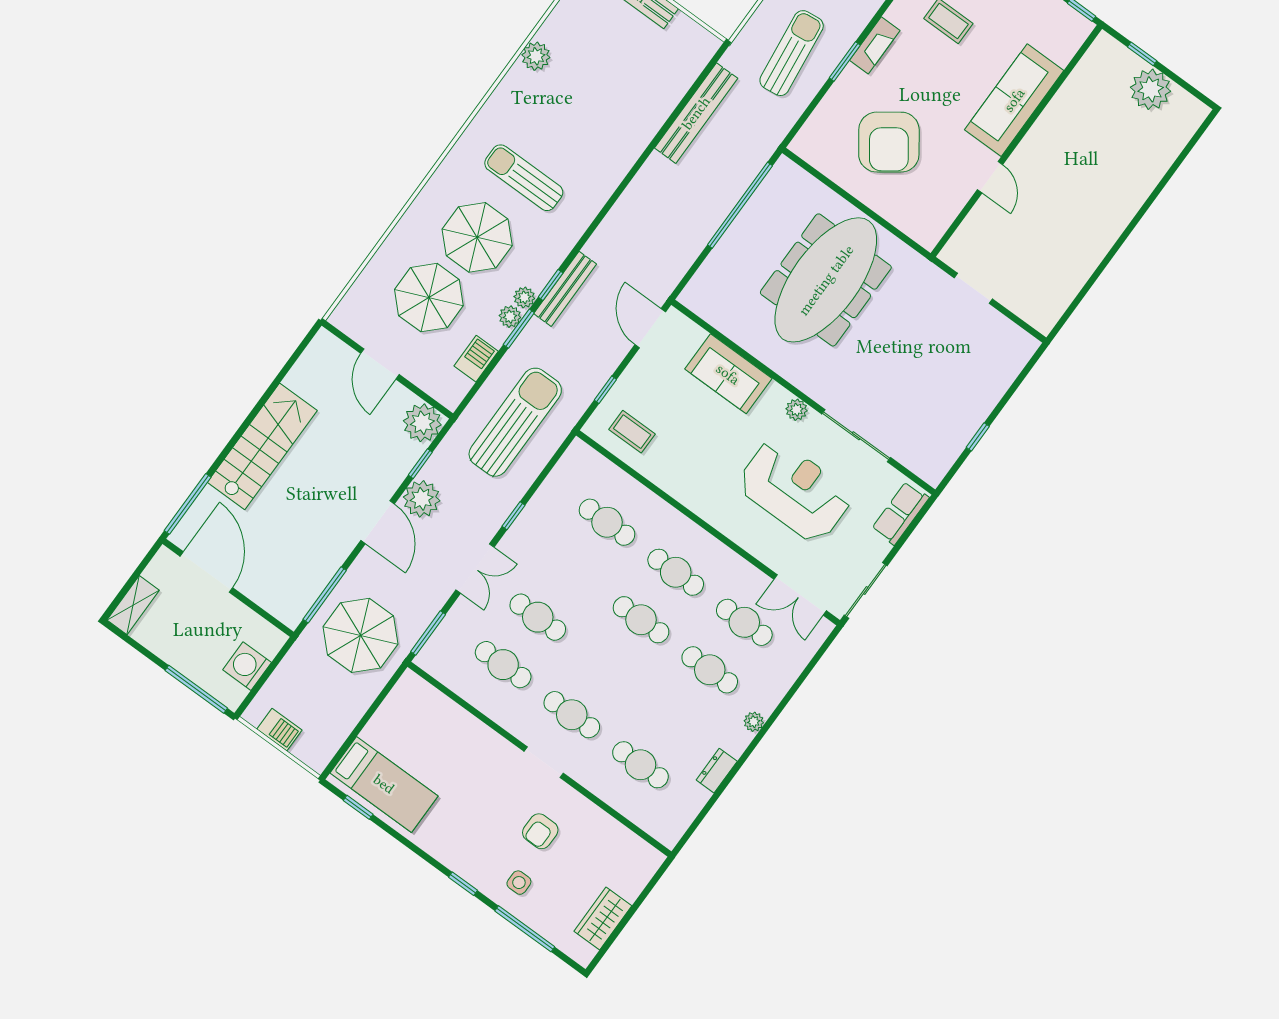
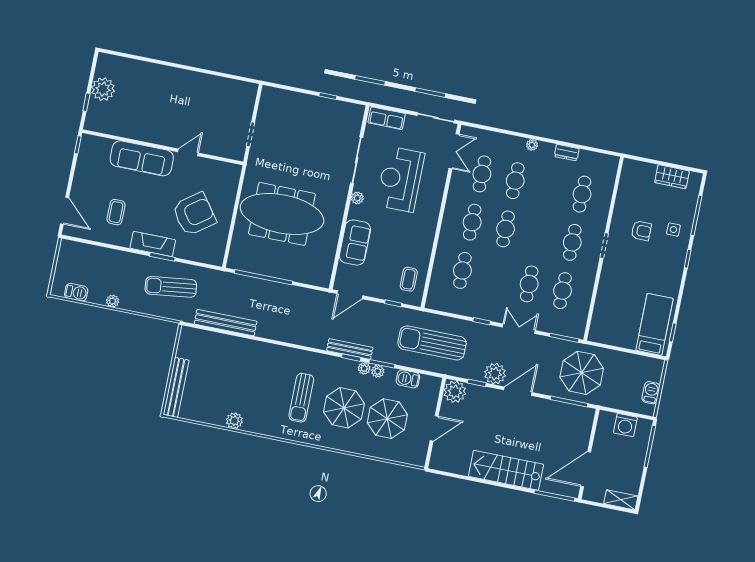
fireplace: (875, 45) -> (153, 244), width x1.37, depth x1.32

